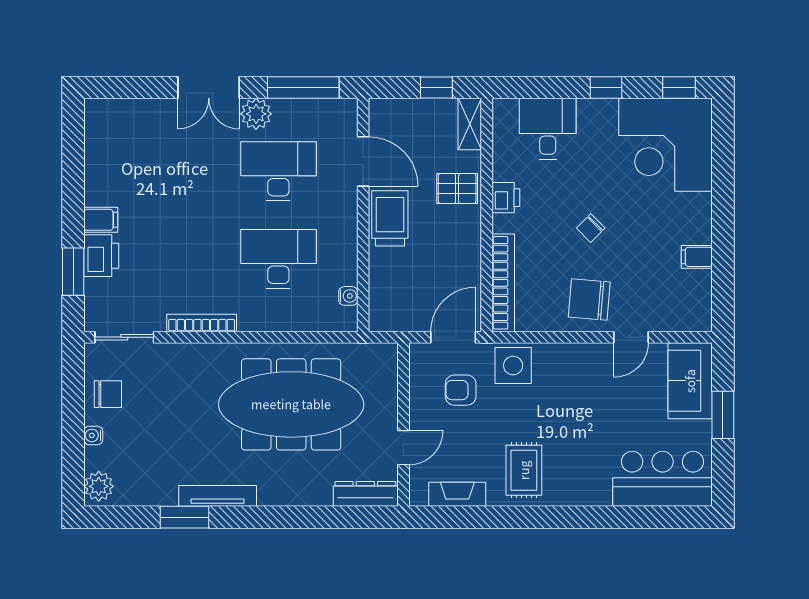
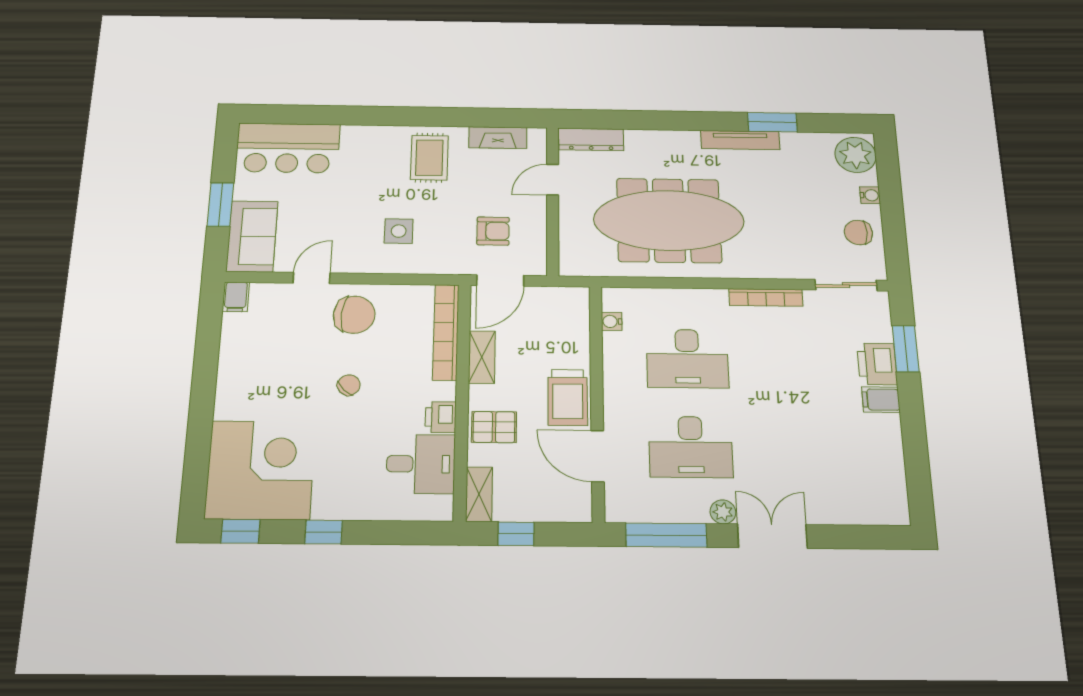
plant: (256, 114) -> (723, 512), width x0.73, depth x0.73
desk: (548, 129) -> (421, 464), moved, turned -90
filing cabinet: (697, 257) -> (236, 297), moved, turned 90
shelving: (469, 258) -> (482, 357), added
side table: (513, 366) -> (399, 231), moved, width x0.73, depth x0.73
plant: (99, 486) -> (855, 155), width x1.36, depth x1.36

